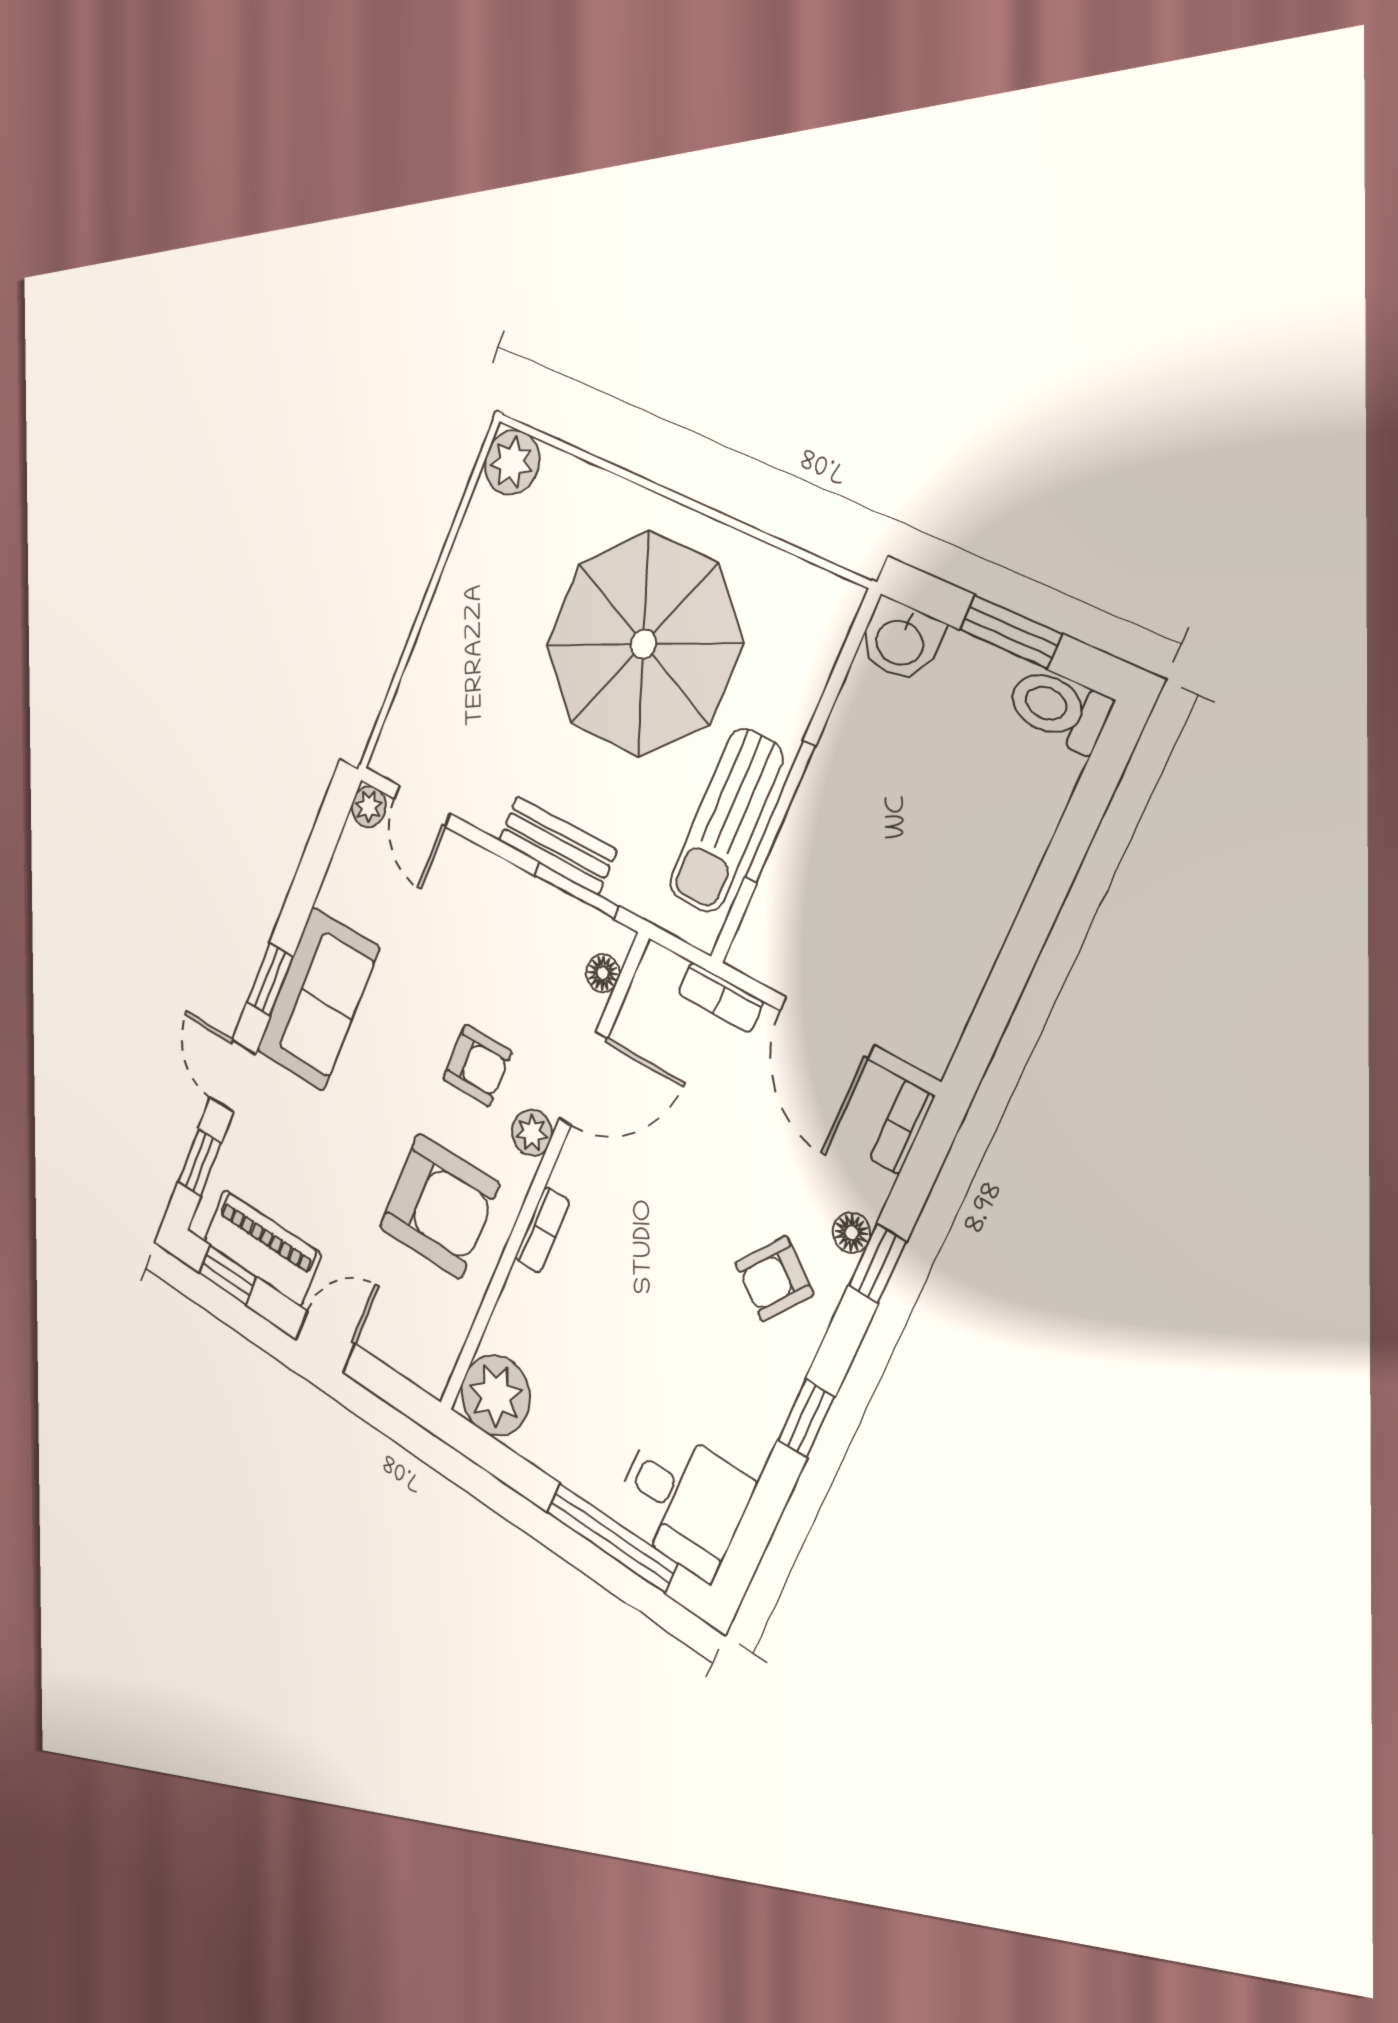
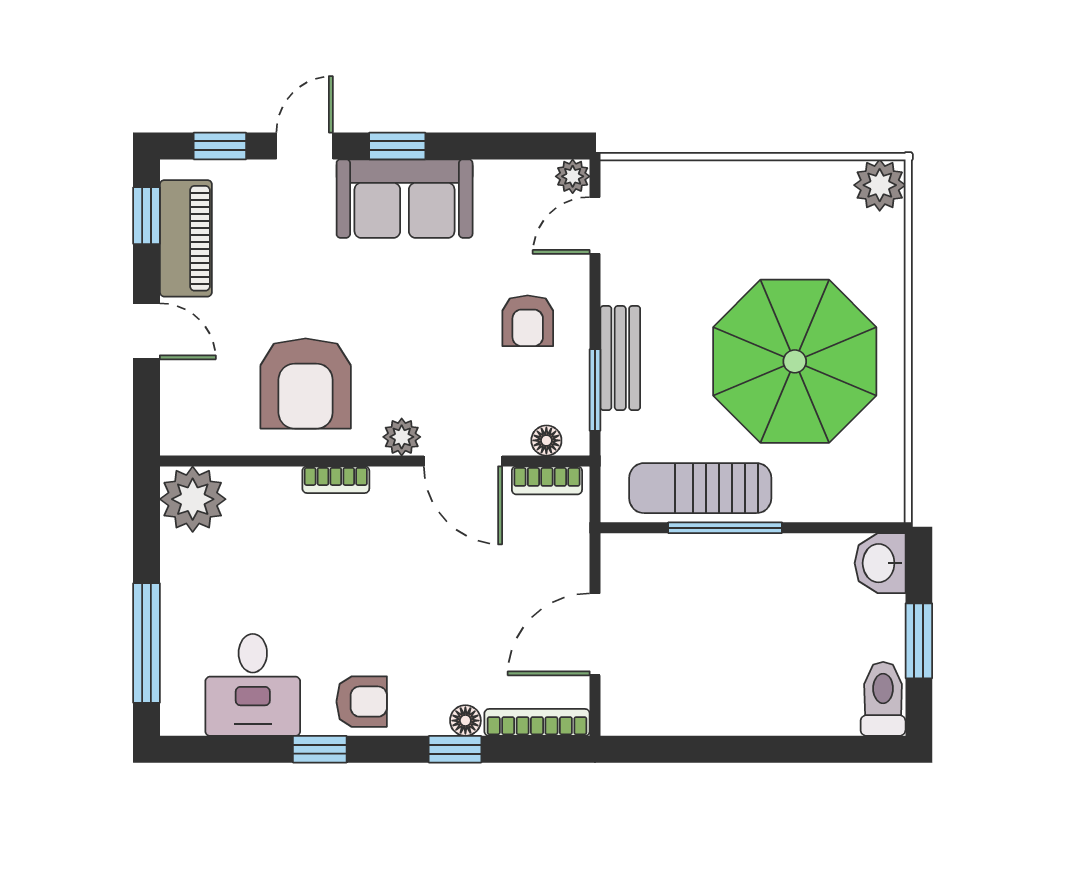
bookcase: (720, 997) -> (547, 480), moved, turned -90
armchair: (477, 1065) -> (528, 321), moved
bookcase: (902, 1127) -> (537, 722), width x1.56
armchair: (774, 1279) -> (362, 702), moved, turned 144
desk: (683, 1500) -> (253, 685), moved

